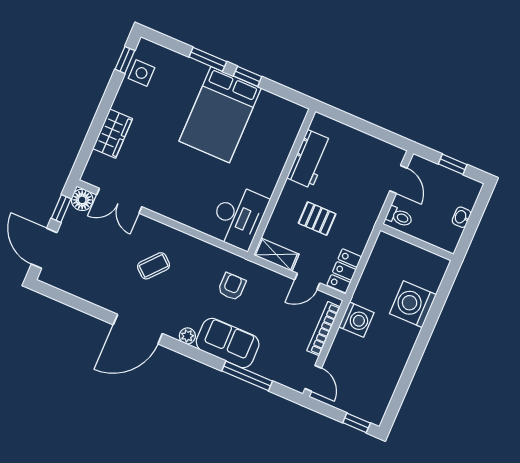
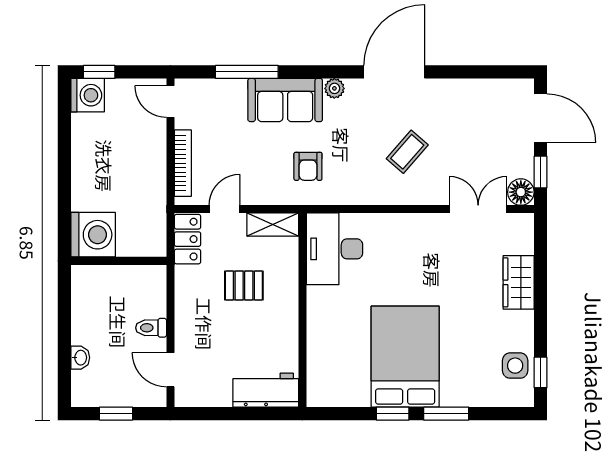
workbench: (310, 159) -> (266, 390), moved, turned 90
wall: (417, 242) -> (119, 261), moved
washing machine: (356, 320) -> (88, 95), moved, turned 180

